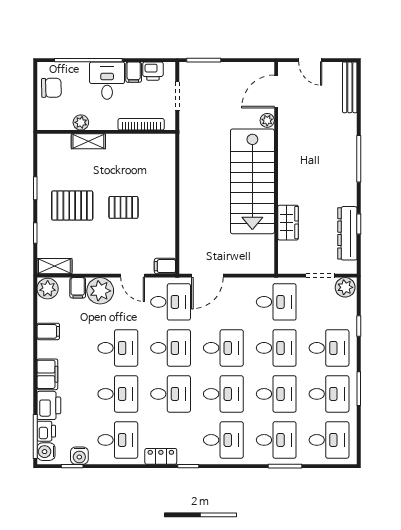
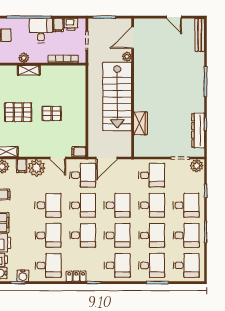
door: (276, 91) -> (133, 38), moved
plant: (267, 120) -> (127, 57), moved
wall: (276, 168) -> (133, 88), moved
stairs: (252, 181) -> (117, 96), moved
wardrobe: (288, 223) -> (141, 123), moved

